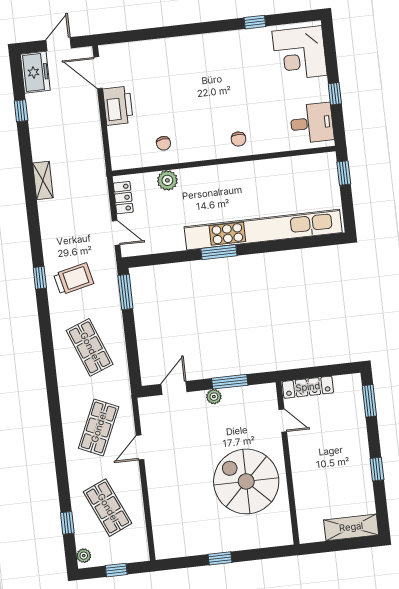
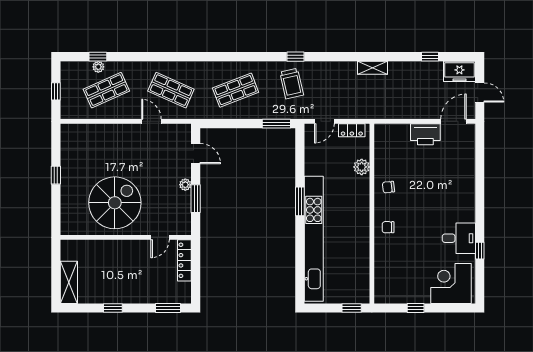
desk: (312, 123) -> (459, 238), moved, turned -90
chair: (164, 143) -> (388, 187), moved
plant: (84, 556) -> (98, 67), moved

